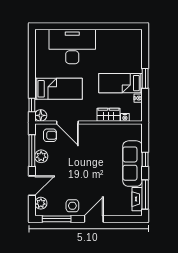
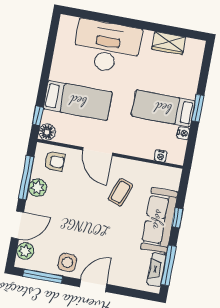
wardrobe: (108, 115) -> (169, 43), moved, turned 180
door: (67, 123) -> (98, 151), moved
coffee table: (101, 149) -> (120, 192), added

